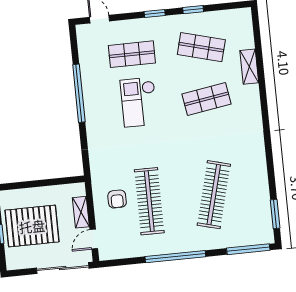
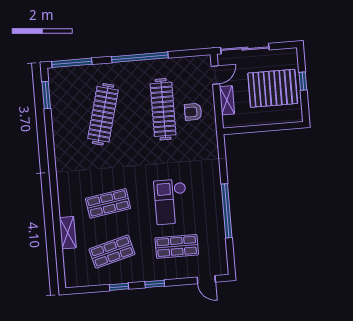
shop shelf: (201, 47) -> (112, 252), turned -30
checkout: (139, 102) -> (171, 202), turned 180
armchair: (117, 199) -> (193, 112), turned -90

